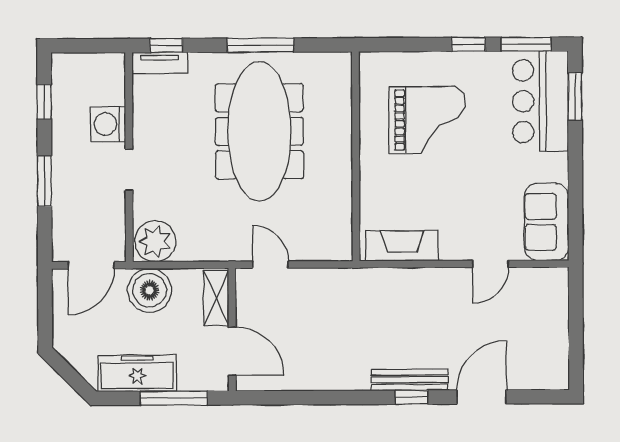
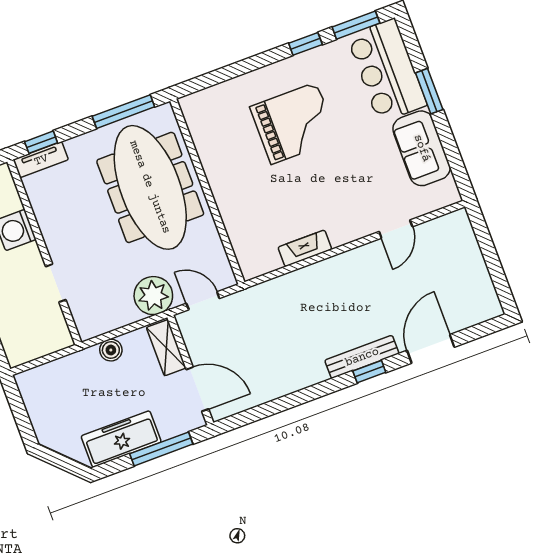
window: (575, 96) -> (429, 91), moved
wall: (356, 156) -> (207, 192), moved
doorway: (129, 170) -> (56, 283), moved
sofa: (546, 222) -> (422, 148), moved
plant: (155, 241) -> (153, 296), moved
fireplace: (402, 246) -> (305, 248), width x0.73, depth x0.76
door: (91, 265) -> (46, 359), removed
boiler: (150, 290) -> (111, 350), width x0.54, depth x0.54

